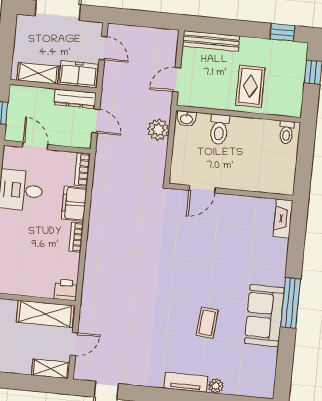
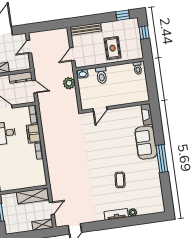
door: (103, 48) -> (29, 47), swing flipped
freezer: (78, 74) -> (19, 64), removed
printer: (66, 290) -> (40, 181), removed
sofa: (264, 316) -> (146, 143), moved

